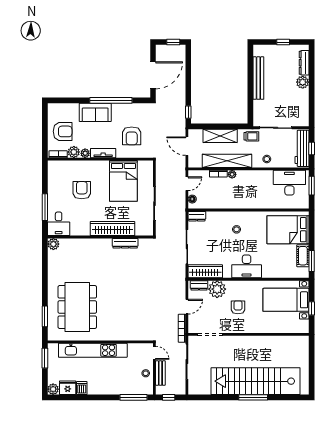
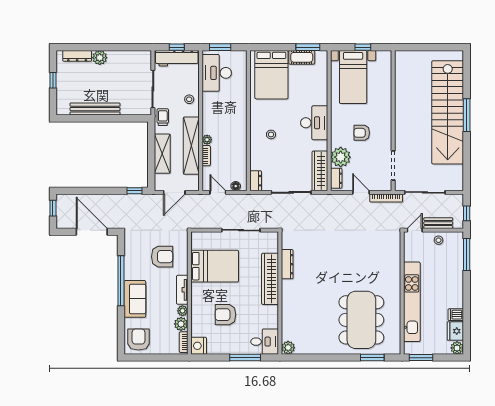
armchair: (63, 131) -> (138, 340), moved
nightstand: (55, 167) -> (199, 346), added
dining table: (77, 307) -> (361, 320), turned 90

